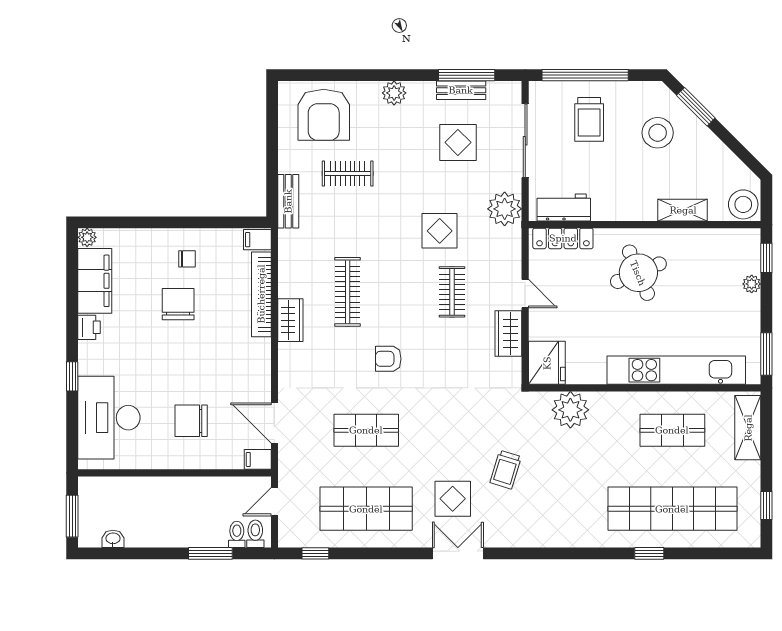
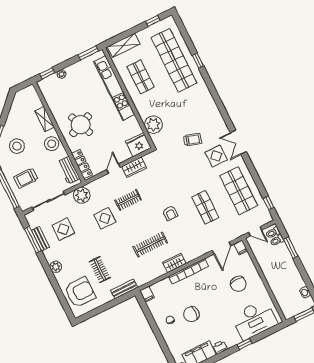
trolley: (589, 119) -> (26, 178), turned 180
stool: (743, 204) -> (52, 144), moved
bookcase: (261, 294) -> (188, 271), moved

